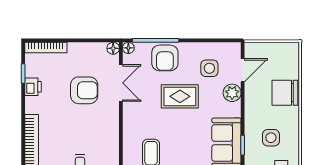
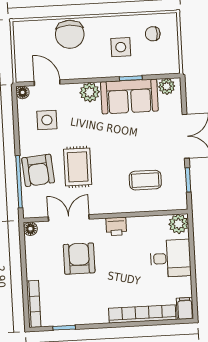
floor lamp: (128, 48) -> (23, 92), moved
armchair: (165, 58) -> (38, 170), turned 85
printer: (33, 87) -> (116, 226), moved, turned 180
plant: (232, 93) -> (90, 92), moved
rug: (180, 96) -> (78, 167), moved

